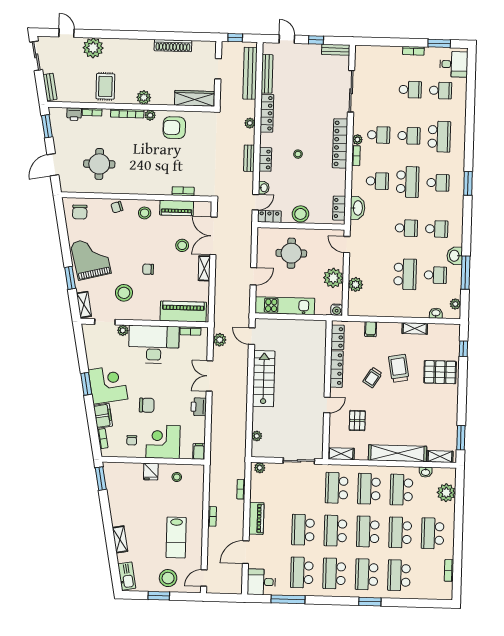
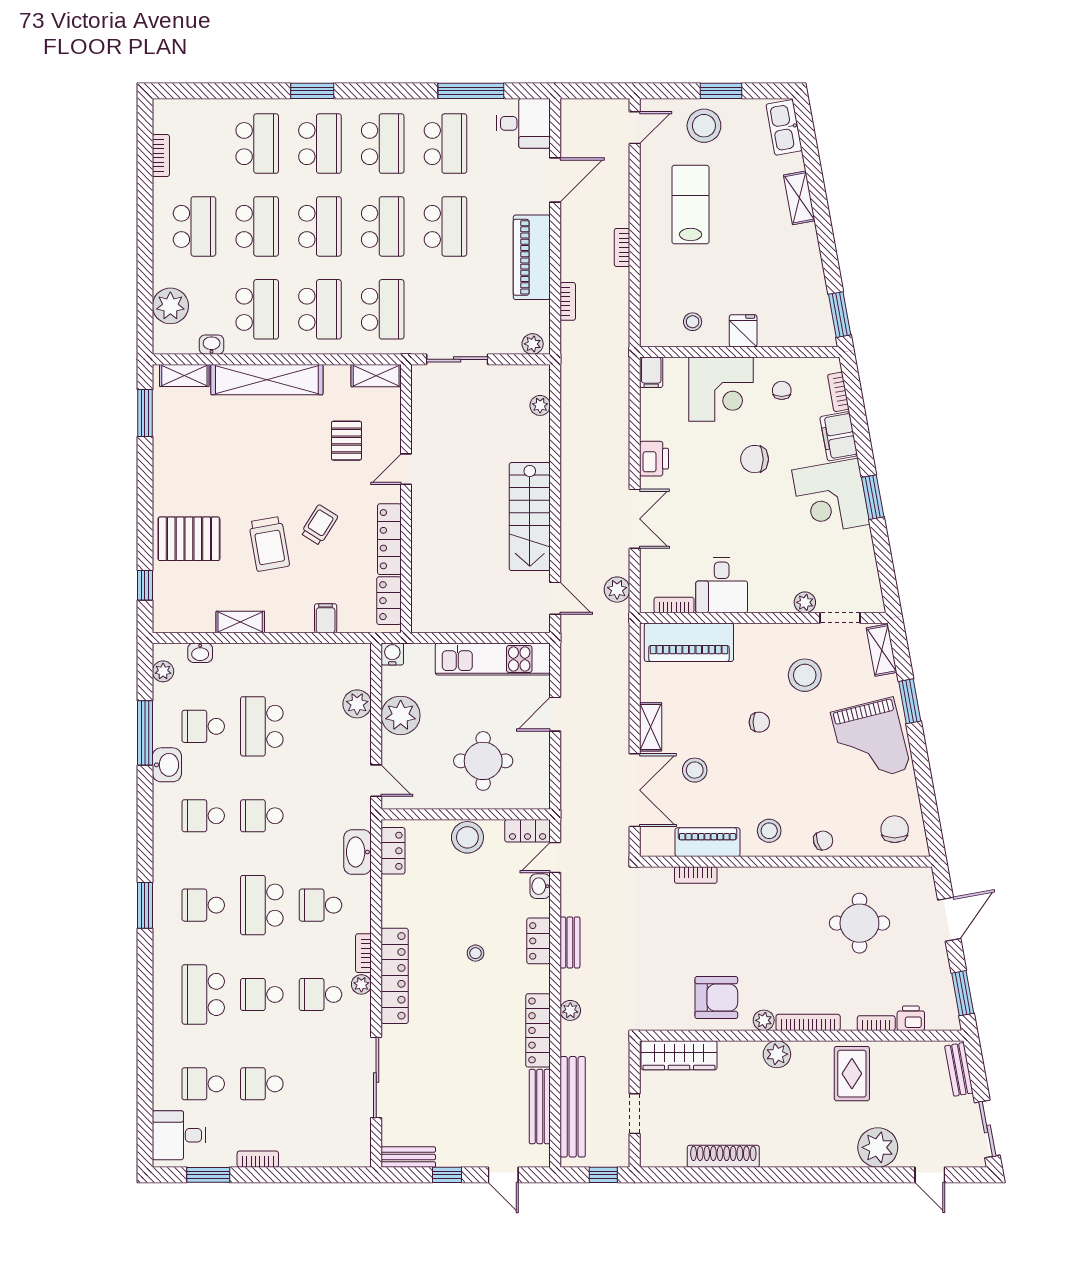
desk: (154, 344) -> (722, 585), width x0.53, depth x0.77
piano: (256, 518) -> (532, 257), width x1.37, depth x1.33

